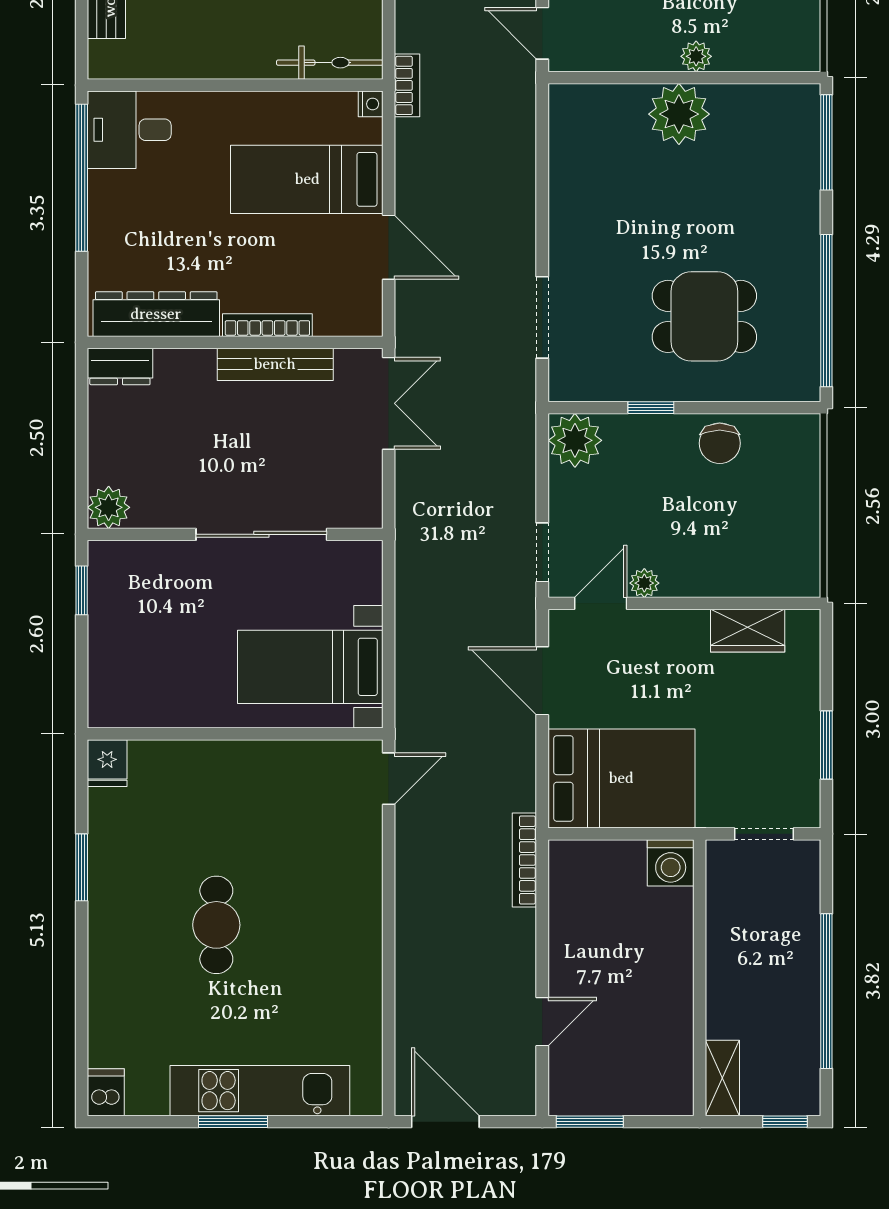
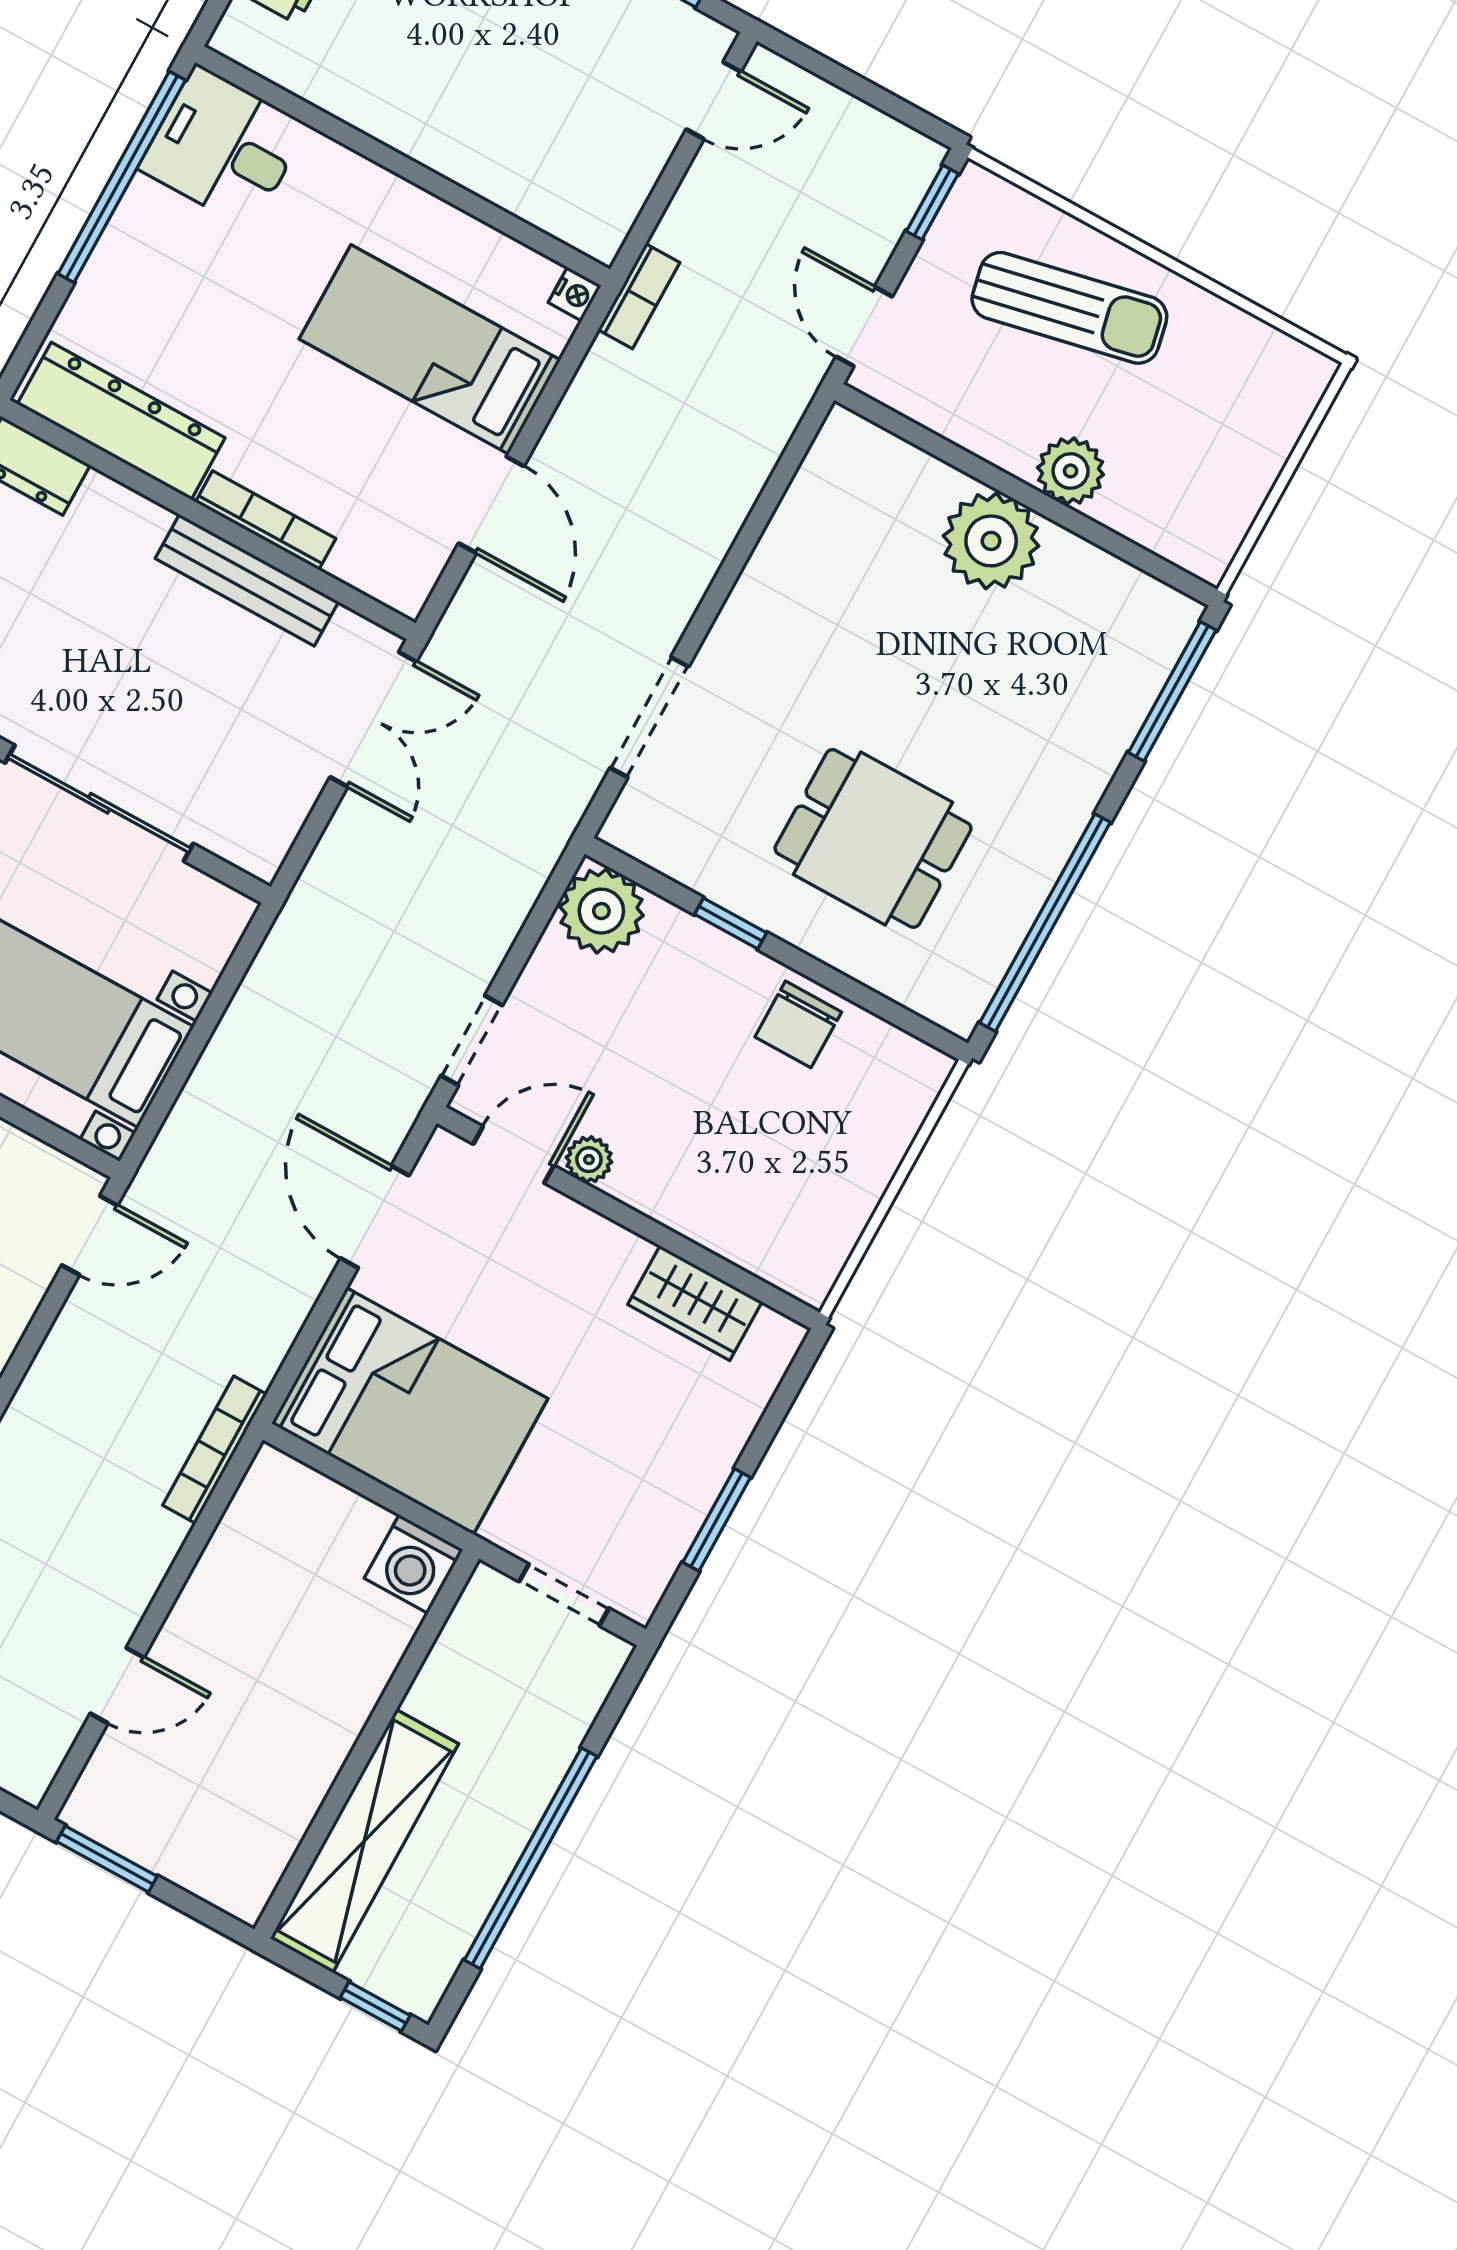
plant: (696, 56) -> (1071, 471), width x1.38, depth x1.38
bicycle: (330, 63) -> (550, 206), removed
shelving: (722, 1078) -> (364, 1841), width x2.20, depth x1.33

